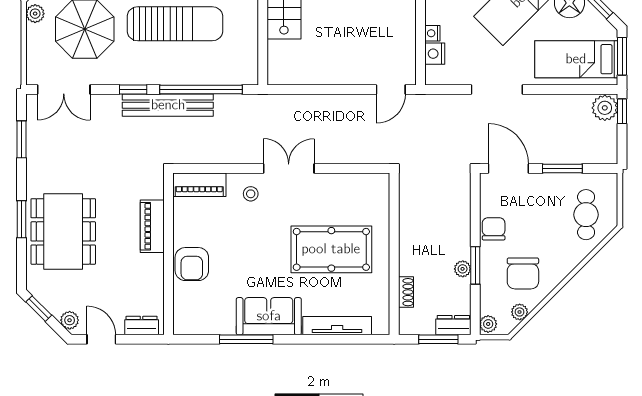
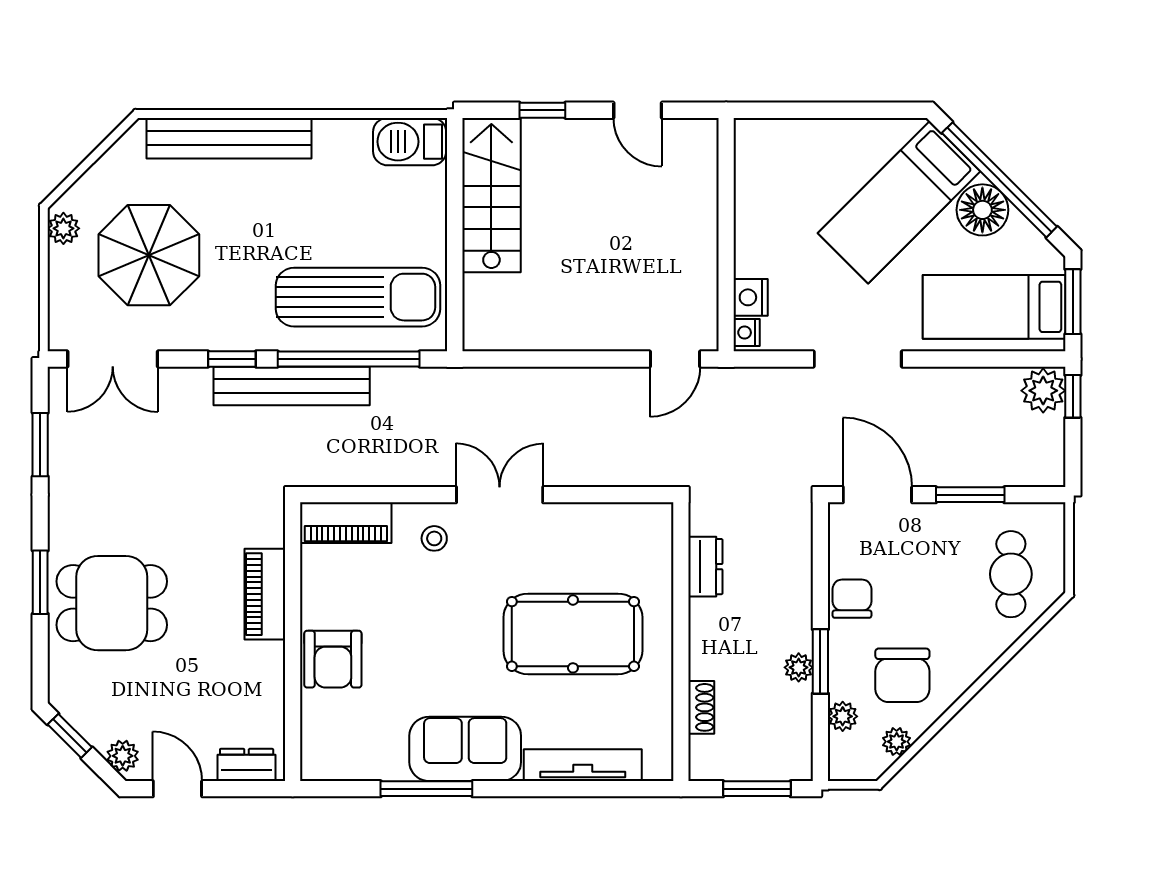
sun lounger: (175, 24) -> (358, 297), moved
nightstand: (432, 33) -> (747, 333), moved
dining table: (63, 231) -> (112, 603), width x0.73
plant: (488, 324) -> (843, 716), moved
dresser: (453, 325) -> (705, 567), moved, turned 90

